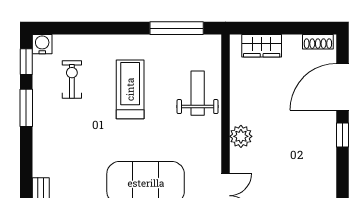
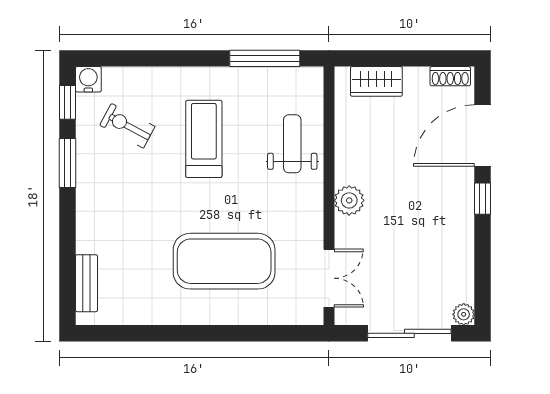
exercise bike: (72, 79) -> (127, 126), turned -62

